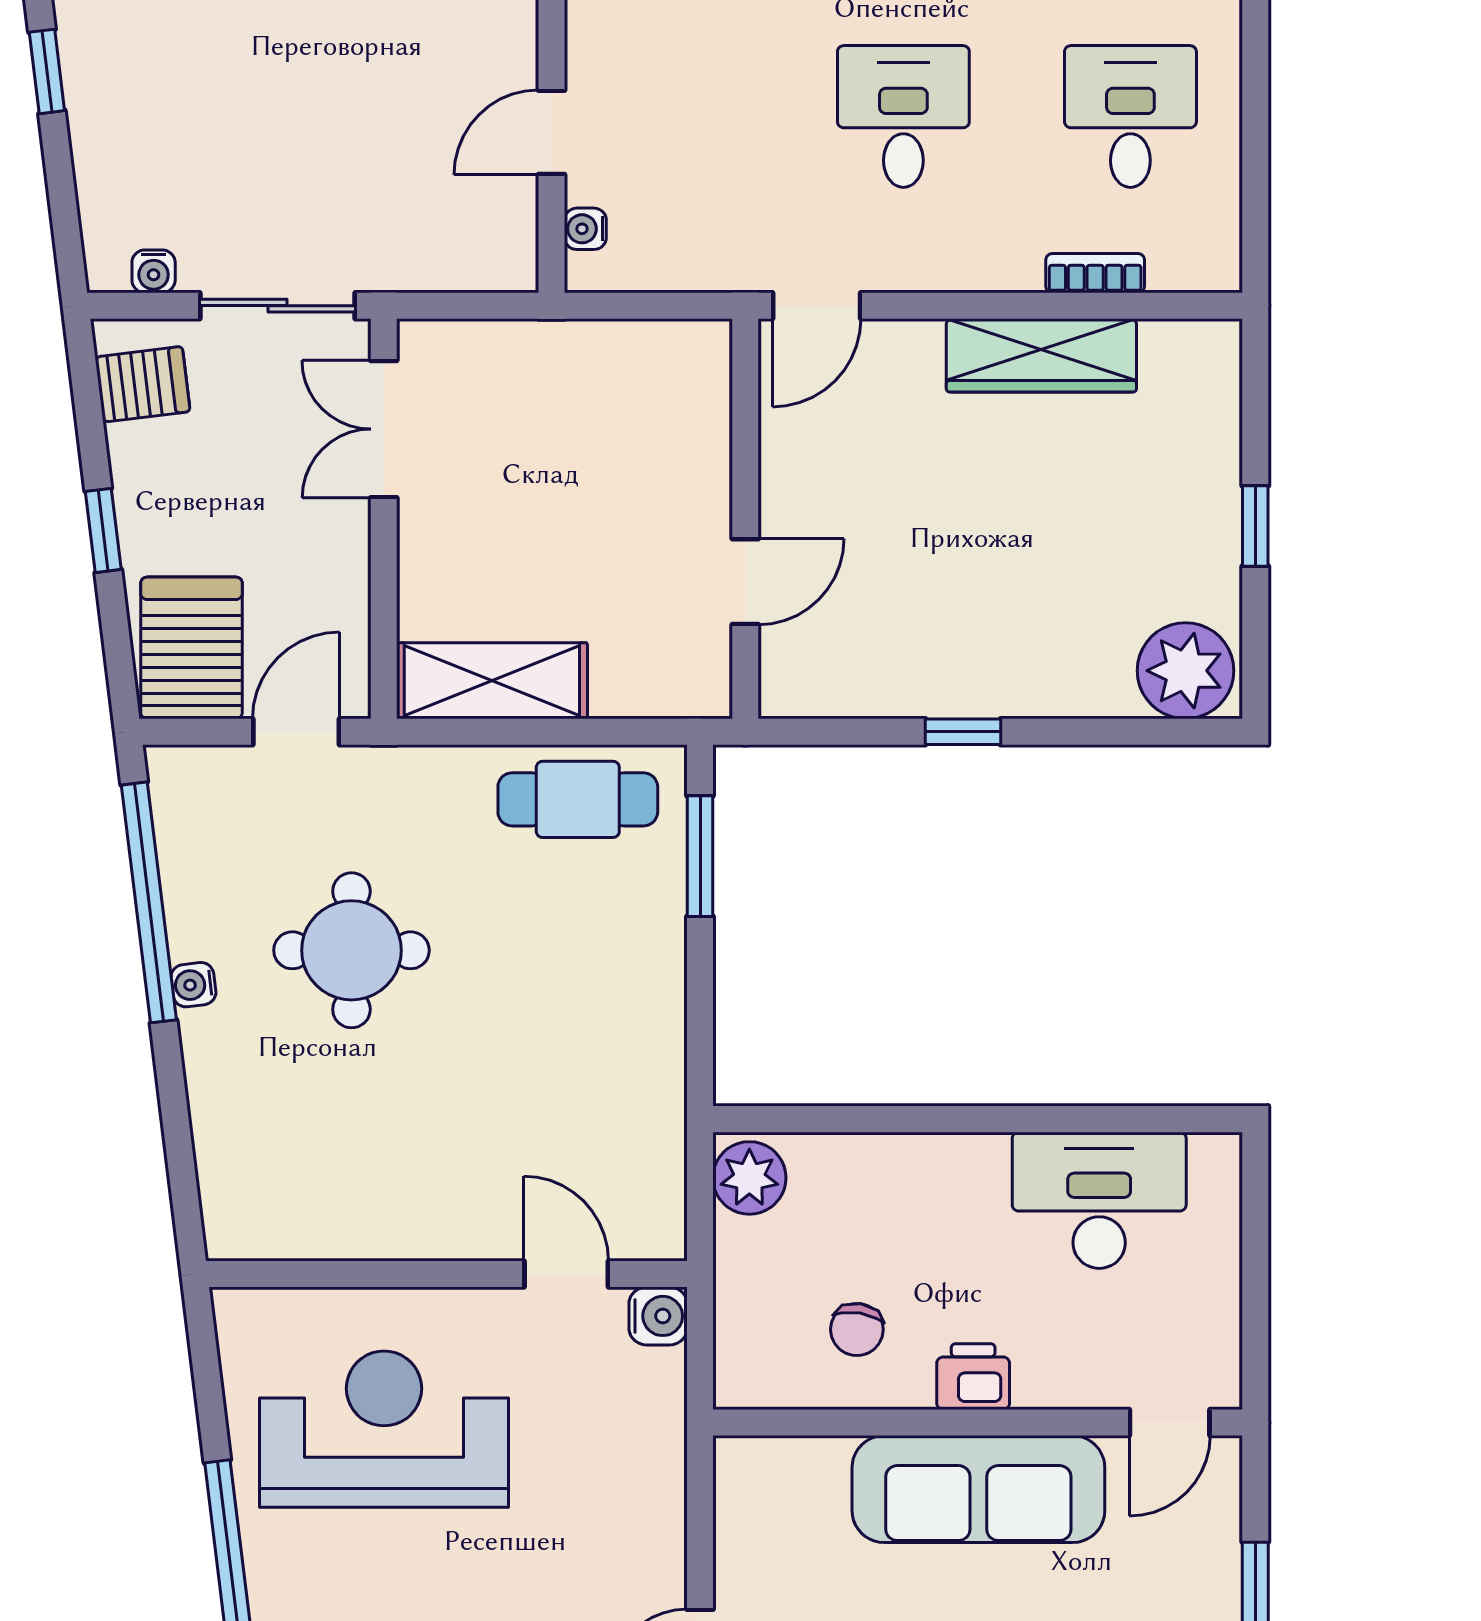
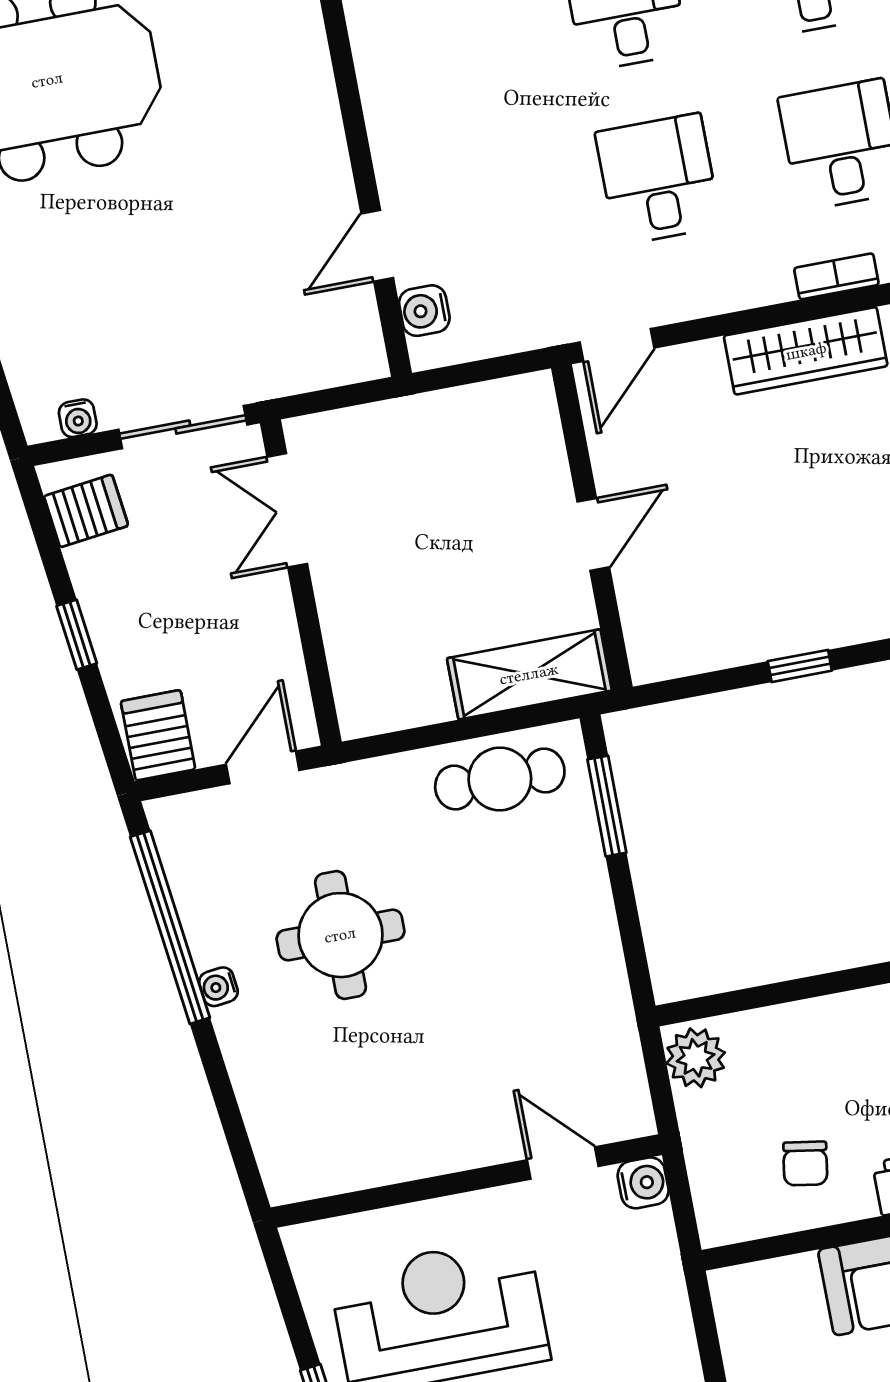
water cooler: (585, 229) -> (424, 311), width x1.38, depth x1.38
door: (745, 582) -> (593, 534), moved
server rack: (191, 648) -> (158, 735), width x0.73, depth x0.70
shelving: (492, 681) -> (529, 674), moved

